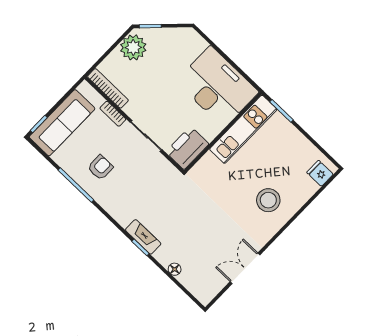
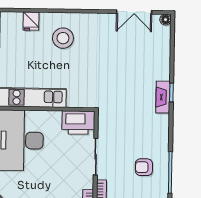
fridge: (320, 173) -> (31, 21), moved
double door: (245, 268) -> (134, 12), moved
floor lamp: (175, 269) -> (165, 20), moved

